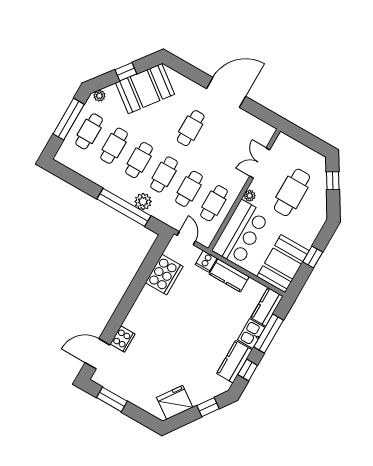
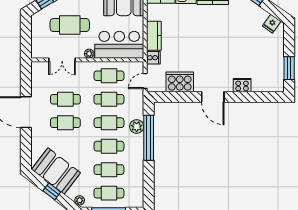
cafe table: (216, 142) -> (65, 99), added
door: (97, 354) -> (213, 97), moved
fridge: (175, 402) -> (272, 24), width x0.53, depth x0.75

